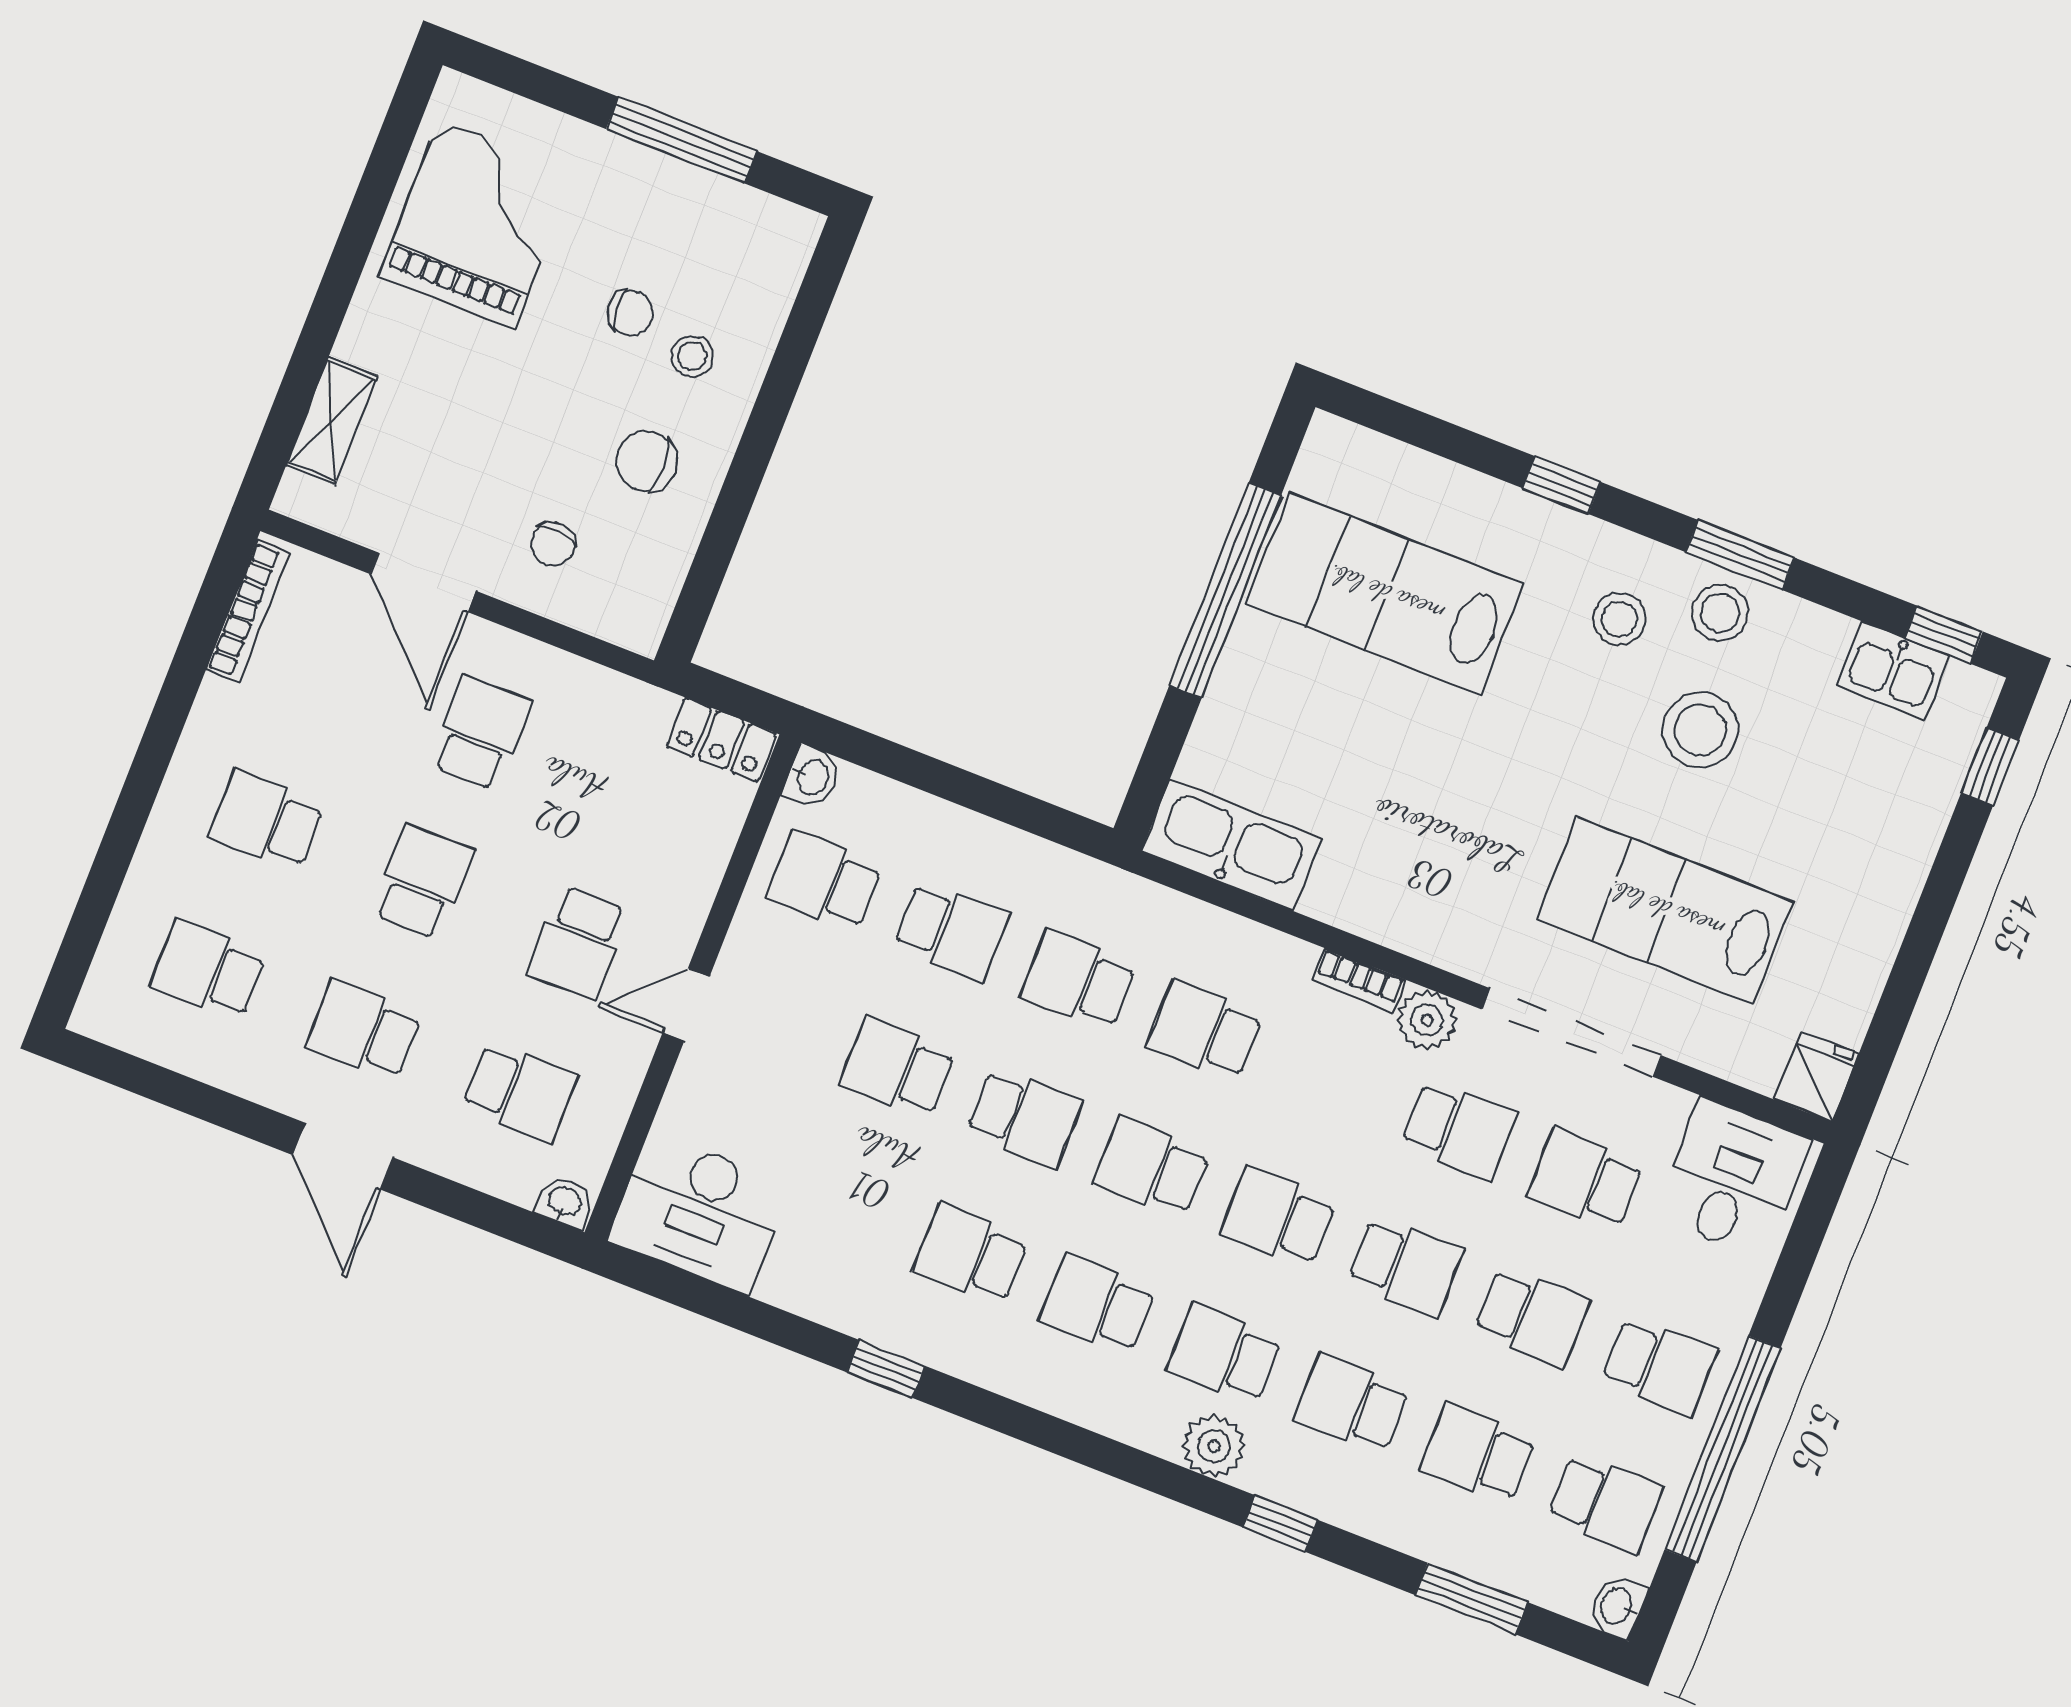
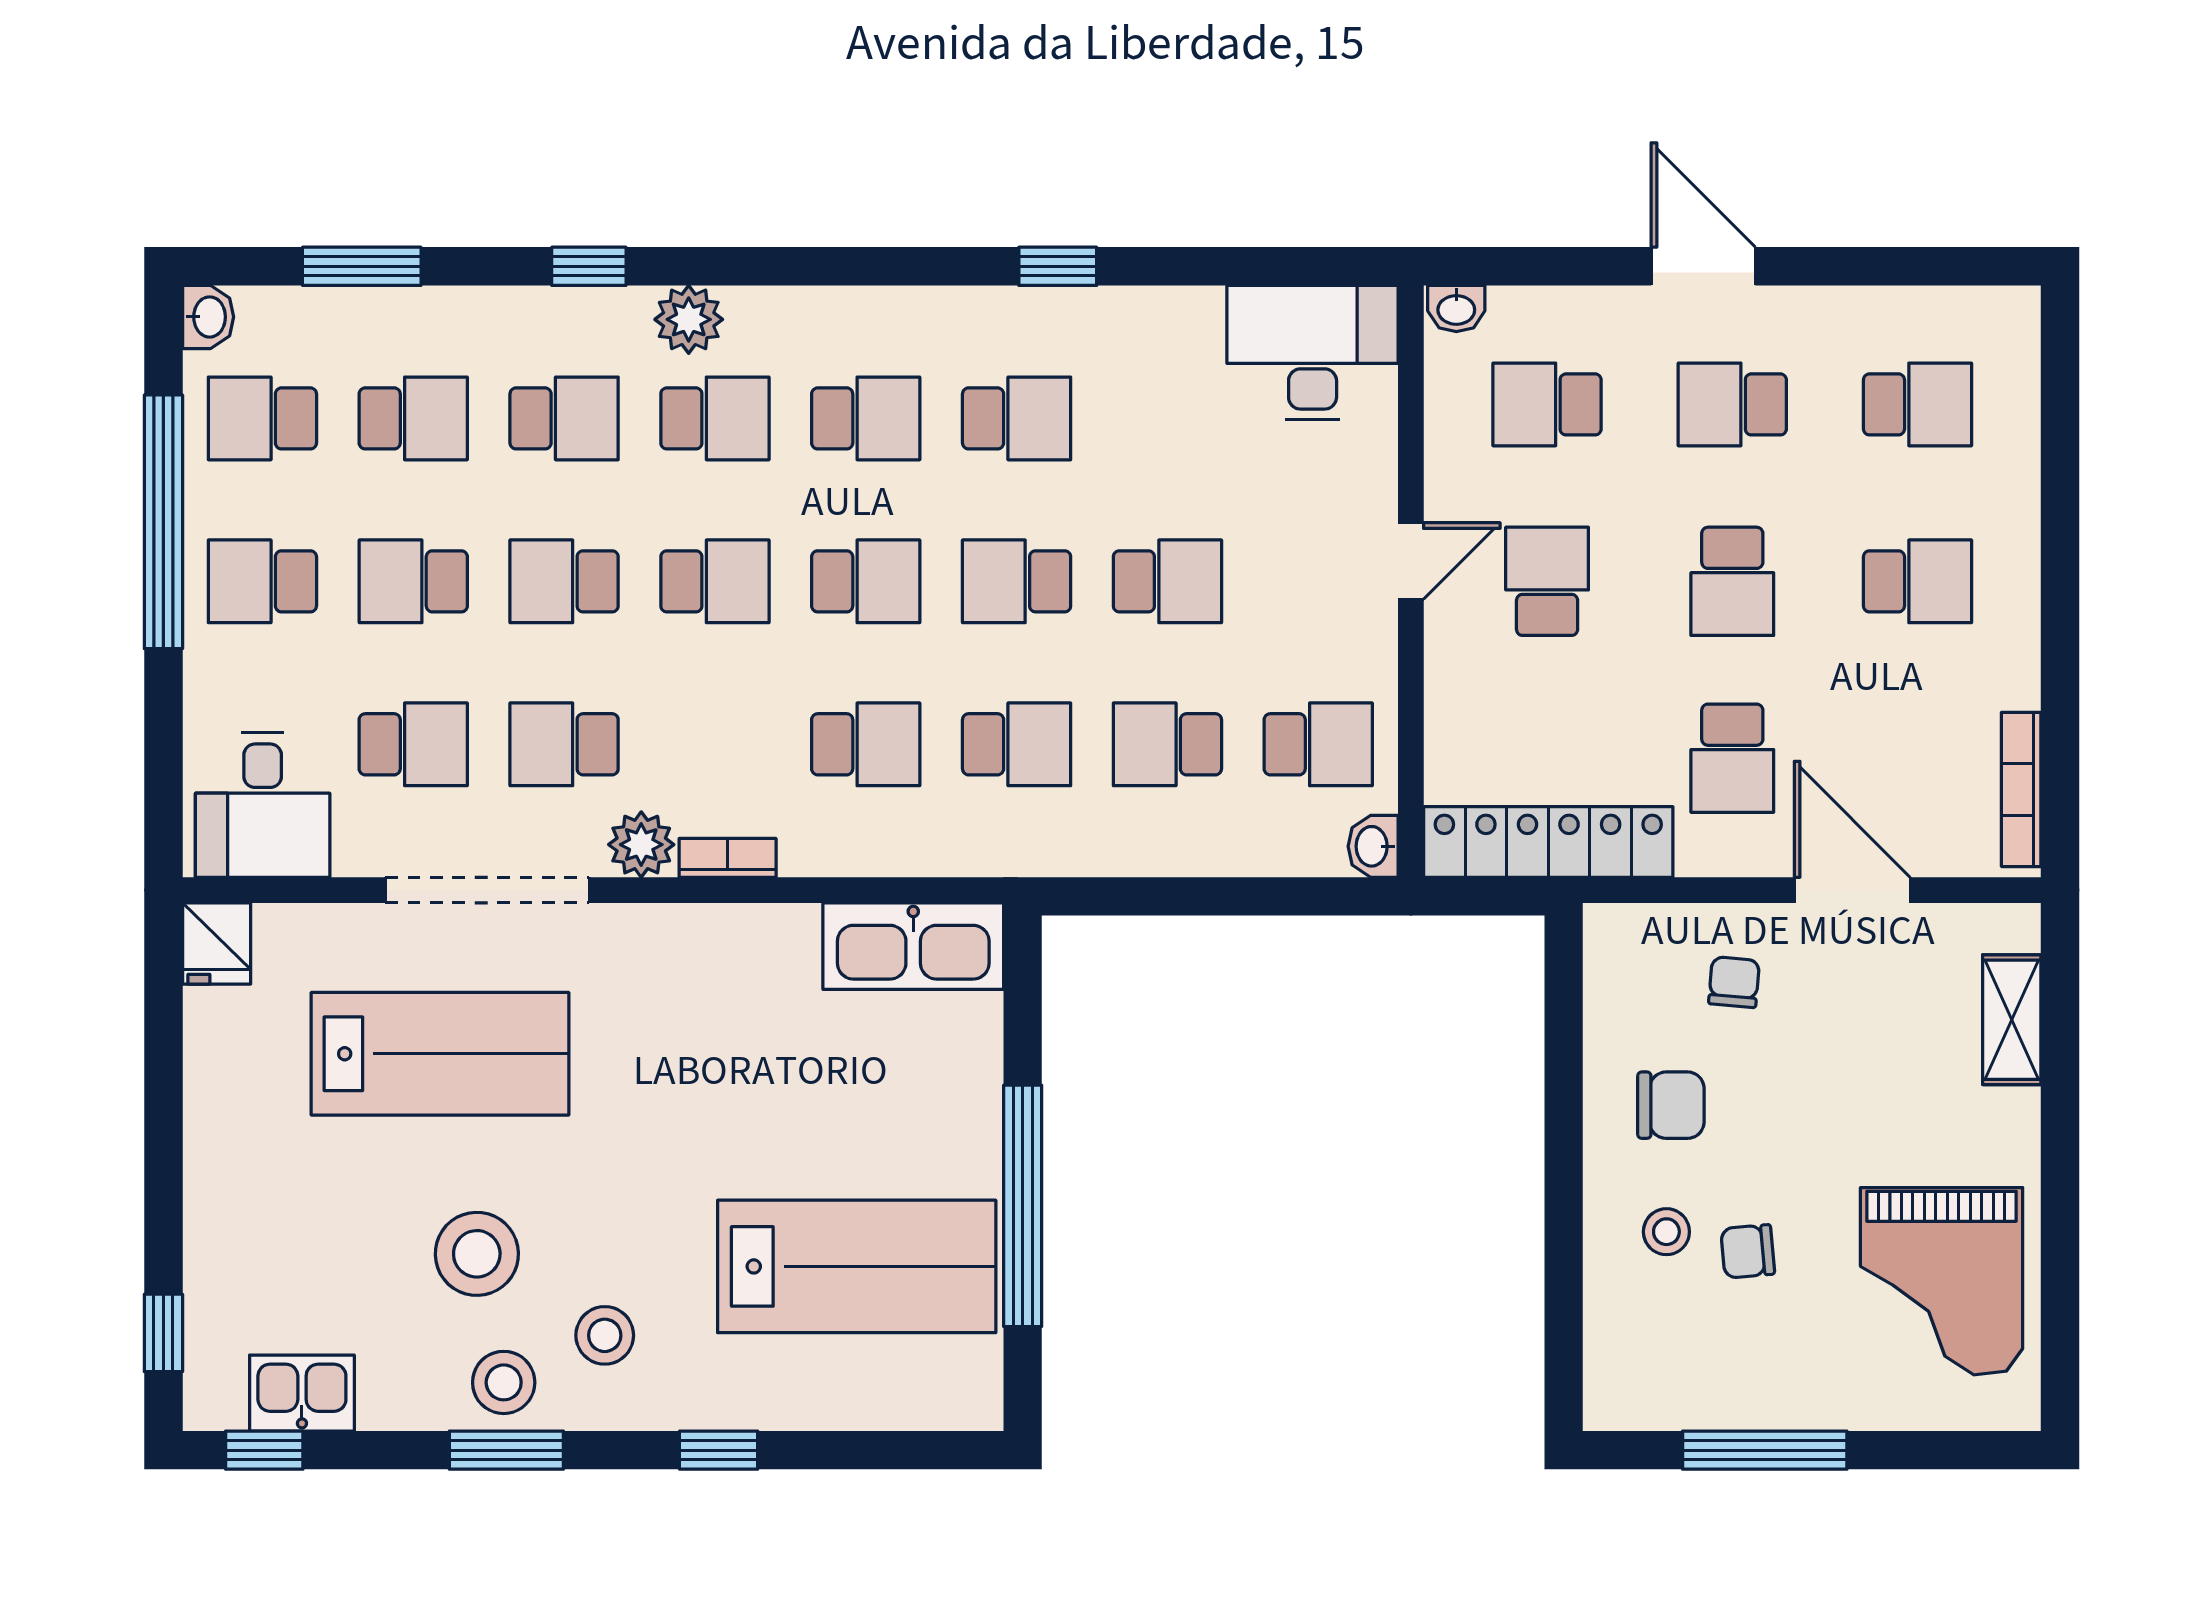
locker: (721, 740) -> (1548, 842), width x2.16, depth x1.21
school desk: (364, 1030) -> (1732, 404), turned 180

